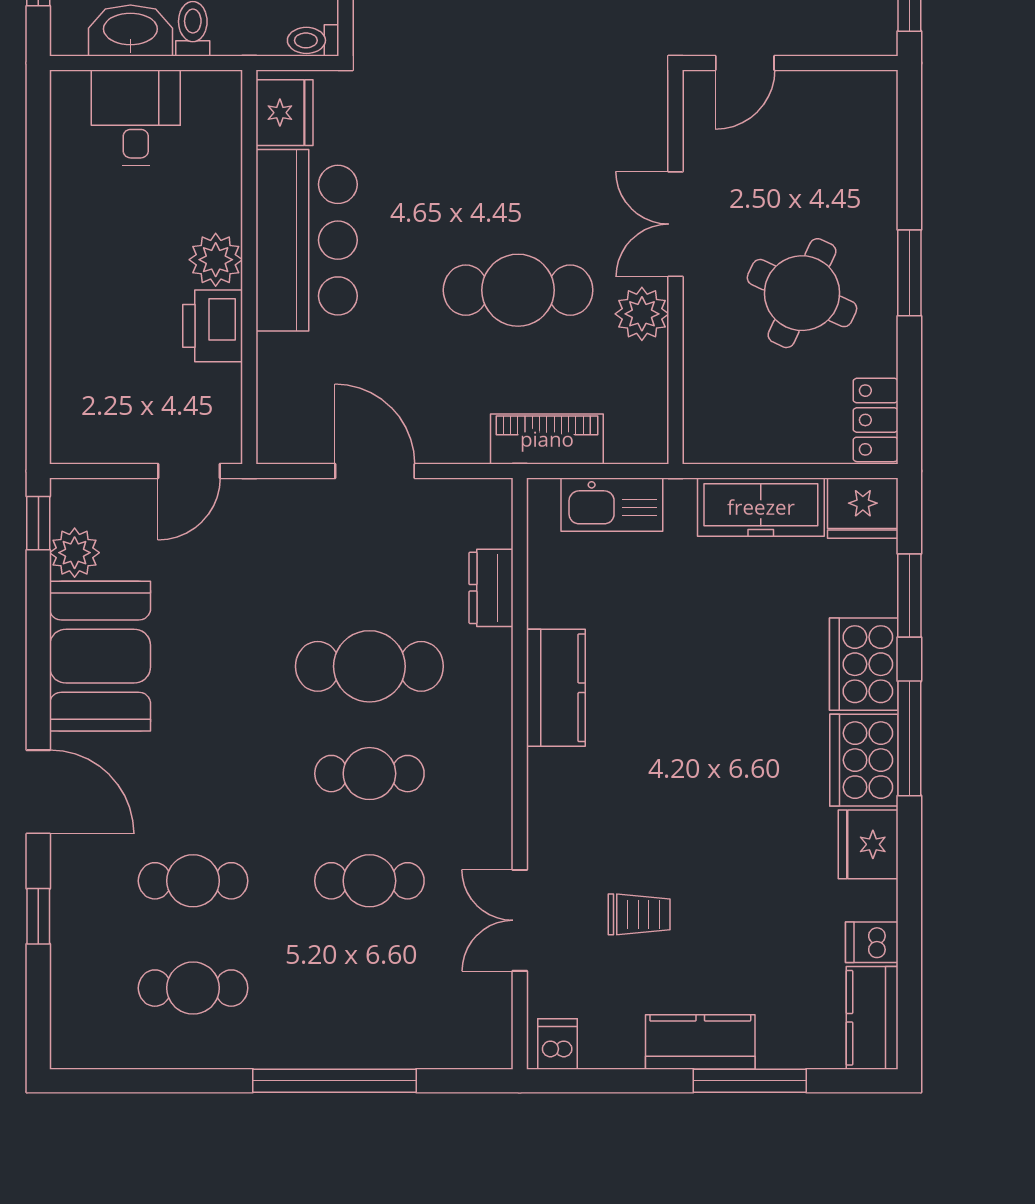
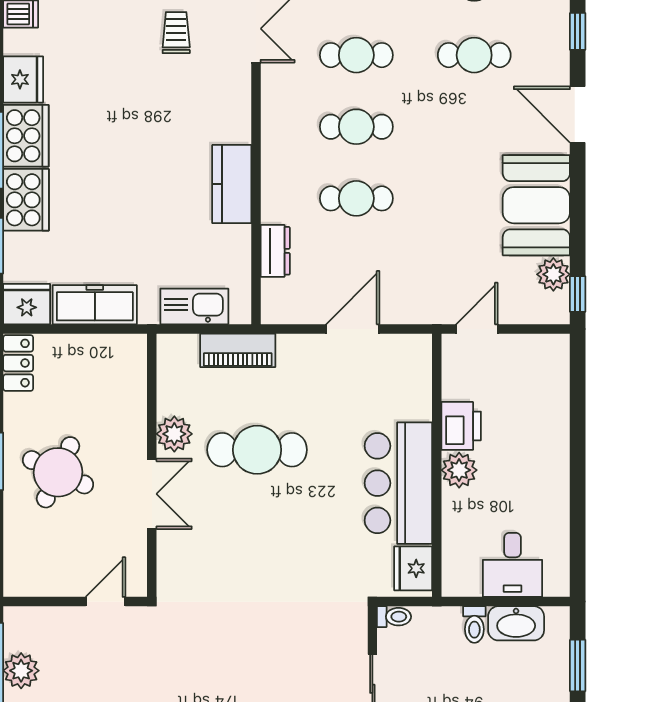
round table: (802, 293) -> (58, 472), moved
door: (375, 471) -> (353, 329), swing flipped
cafe table: (369, 666) -> (356, 198), width x0.73, depth x0.74
trolley: (639, 914) -> (176, 33), turned 90

